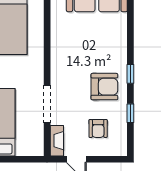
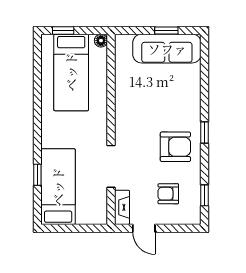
window: (130, 113) -> (205, 195), moved
armchair: (98, 128) -> (168, 194), turned 90

